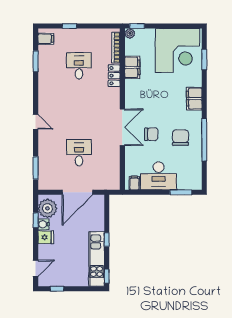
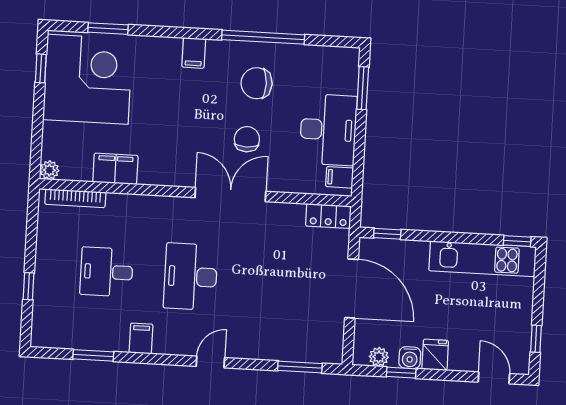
window: (137, 26) -> (41, 68), moved
filing cabinet: (46, 39) -> (141, 338), moved
locker: (114, 76) -> (328, 216), moved
filing cabinet: (194, 99) -> (194, 53), width x0.50
desk: (79, 153) -> (191, 277), moved, width x1.37
plant: (47, 208) -> (379, 357), width x0.53, depth x0.53
window: (107, 240) -> (387, 234), moved

